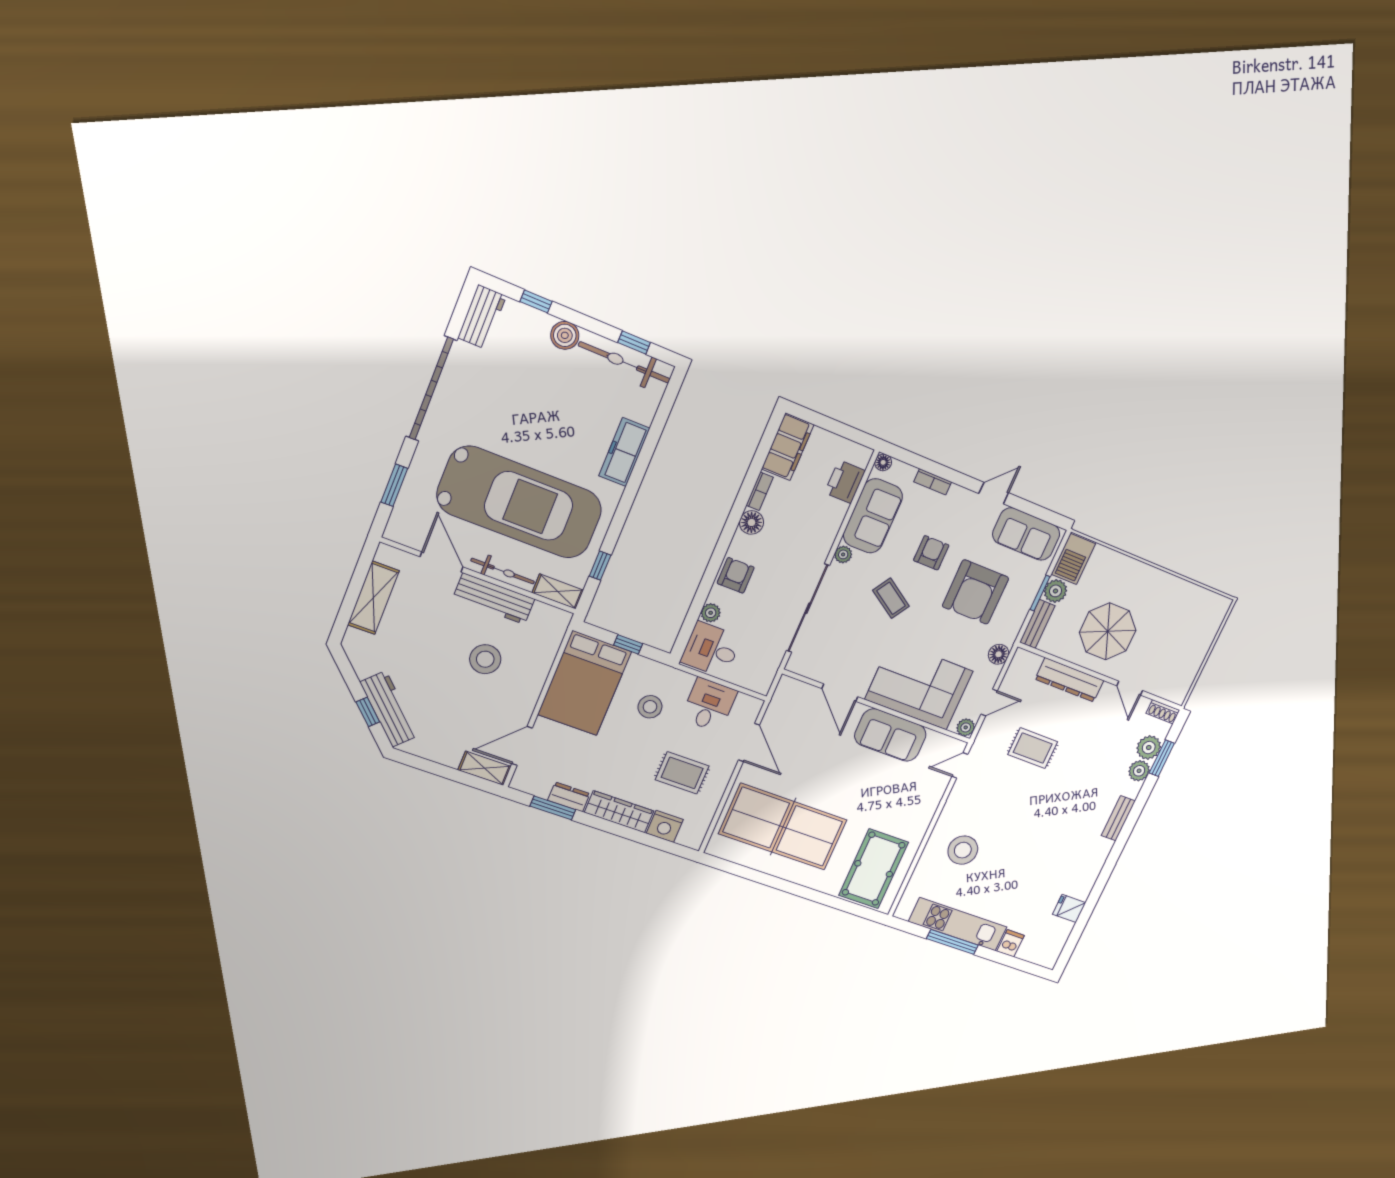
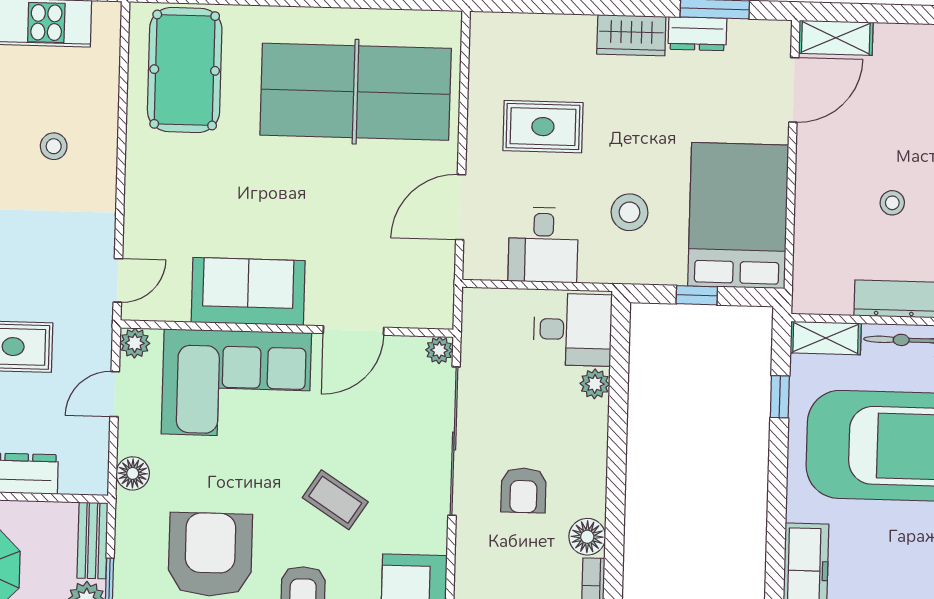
plant: (843, 554) -> (439, 350), moved
armchair: (736, 575) -> (524, 490), moved
stool: (485, 659) -> (892, 203), width x0.53, depth x0.53
door: (840, 693) -> (354, 330), swing flipped
door: (749, 743) -> (461, 207), hinge flipped
wardrobe: (619, 812) -> (631, 35), width x0.67
nightstand: (665, 826) -> (537, 34), removed
stool: (963, 850) -> (54, 146), width x0.53, depth x0.53

